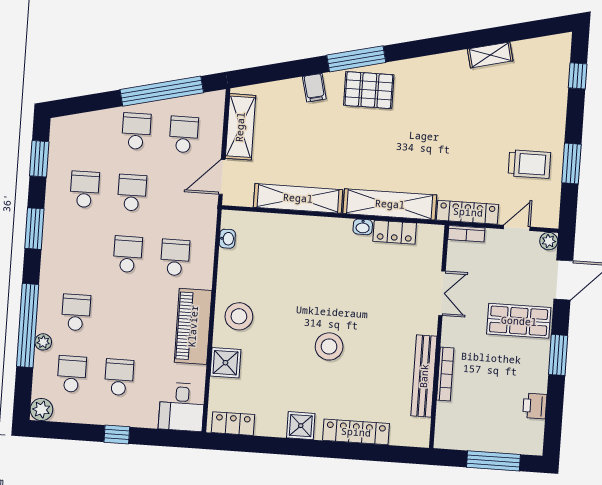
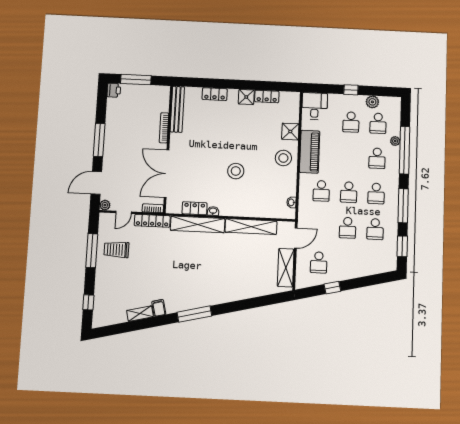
window: (356, 59) -> (194, 314), moved
filing cabinet: (314, 88) -> (159, 308), moved
pallet: (369, 90) -> (211, 291), removed
window: (162, 91) -> (332, 288), width x0.32
school desk: (136, 131) -> (376, 193), moved
window: (571, 163) -> (92, 251), width x1.44
window: (34, 229) -> (403, 206), width x1.44
double door: (442, 293) -> (167, 174), width x1.87
shop shelf: (519, 321) -> (122, 159), removed
stool: (329, 346) -> (236, 171), moved
window: (558, 355) -> (99, 140), width x1.44
bench: (424, 376) -> (177, 109), moved
printer: (535, 406) -> (114, 90), moved
plant: (41, 410) -> (372, 102), moved
locker: (233, 424) -> (267, 96), moved
locker: (356, 432) -> (215, 94), width x0.66

